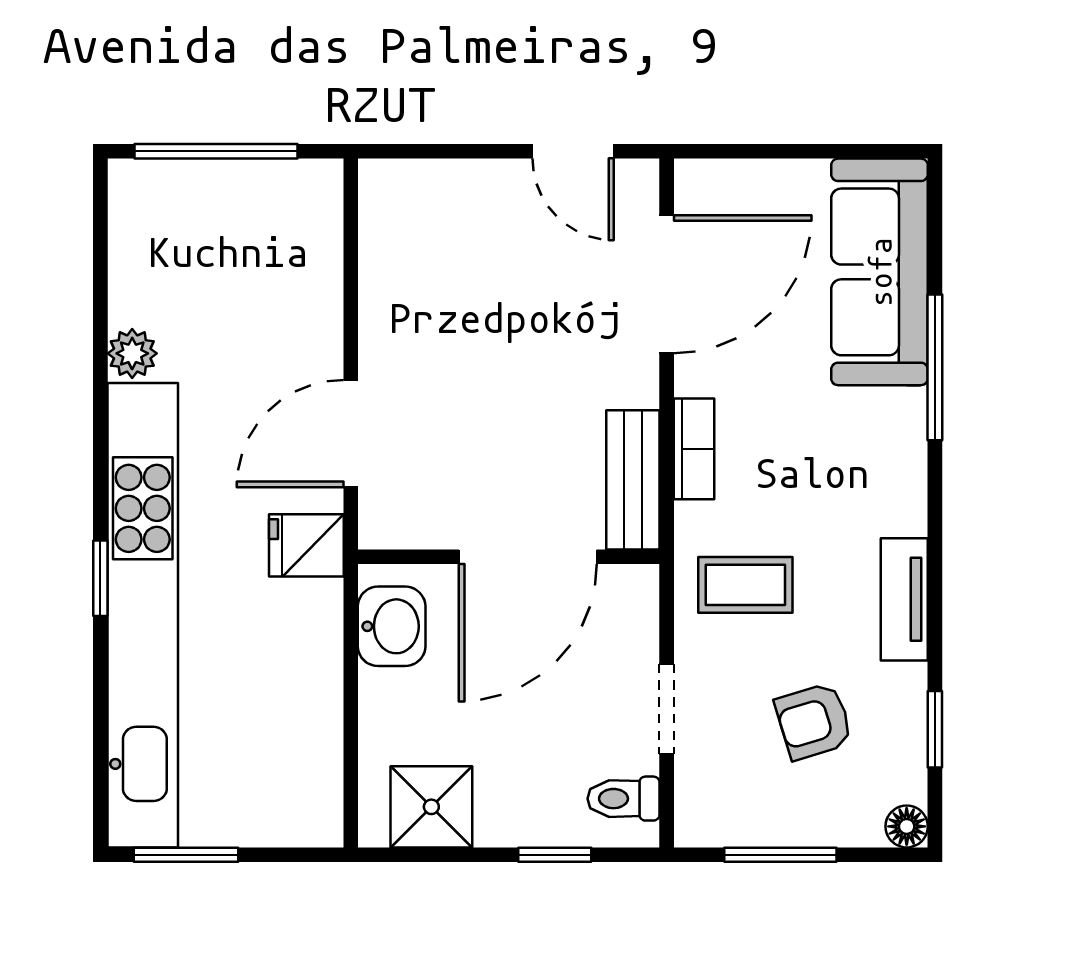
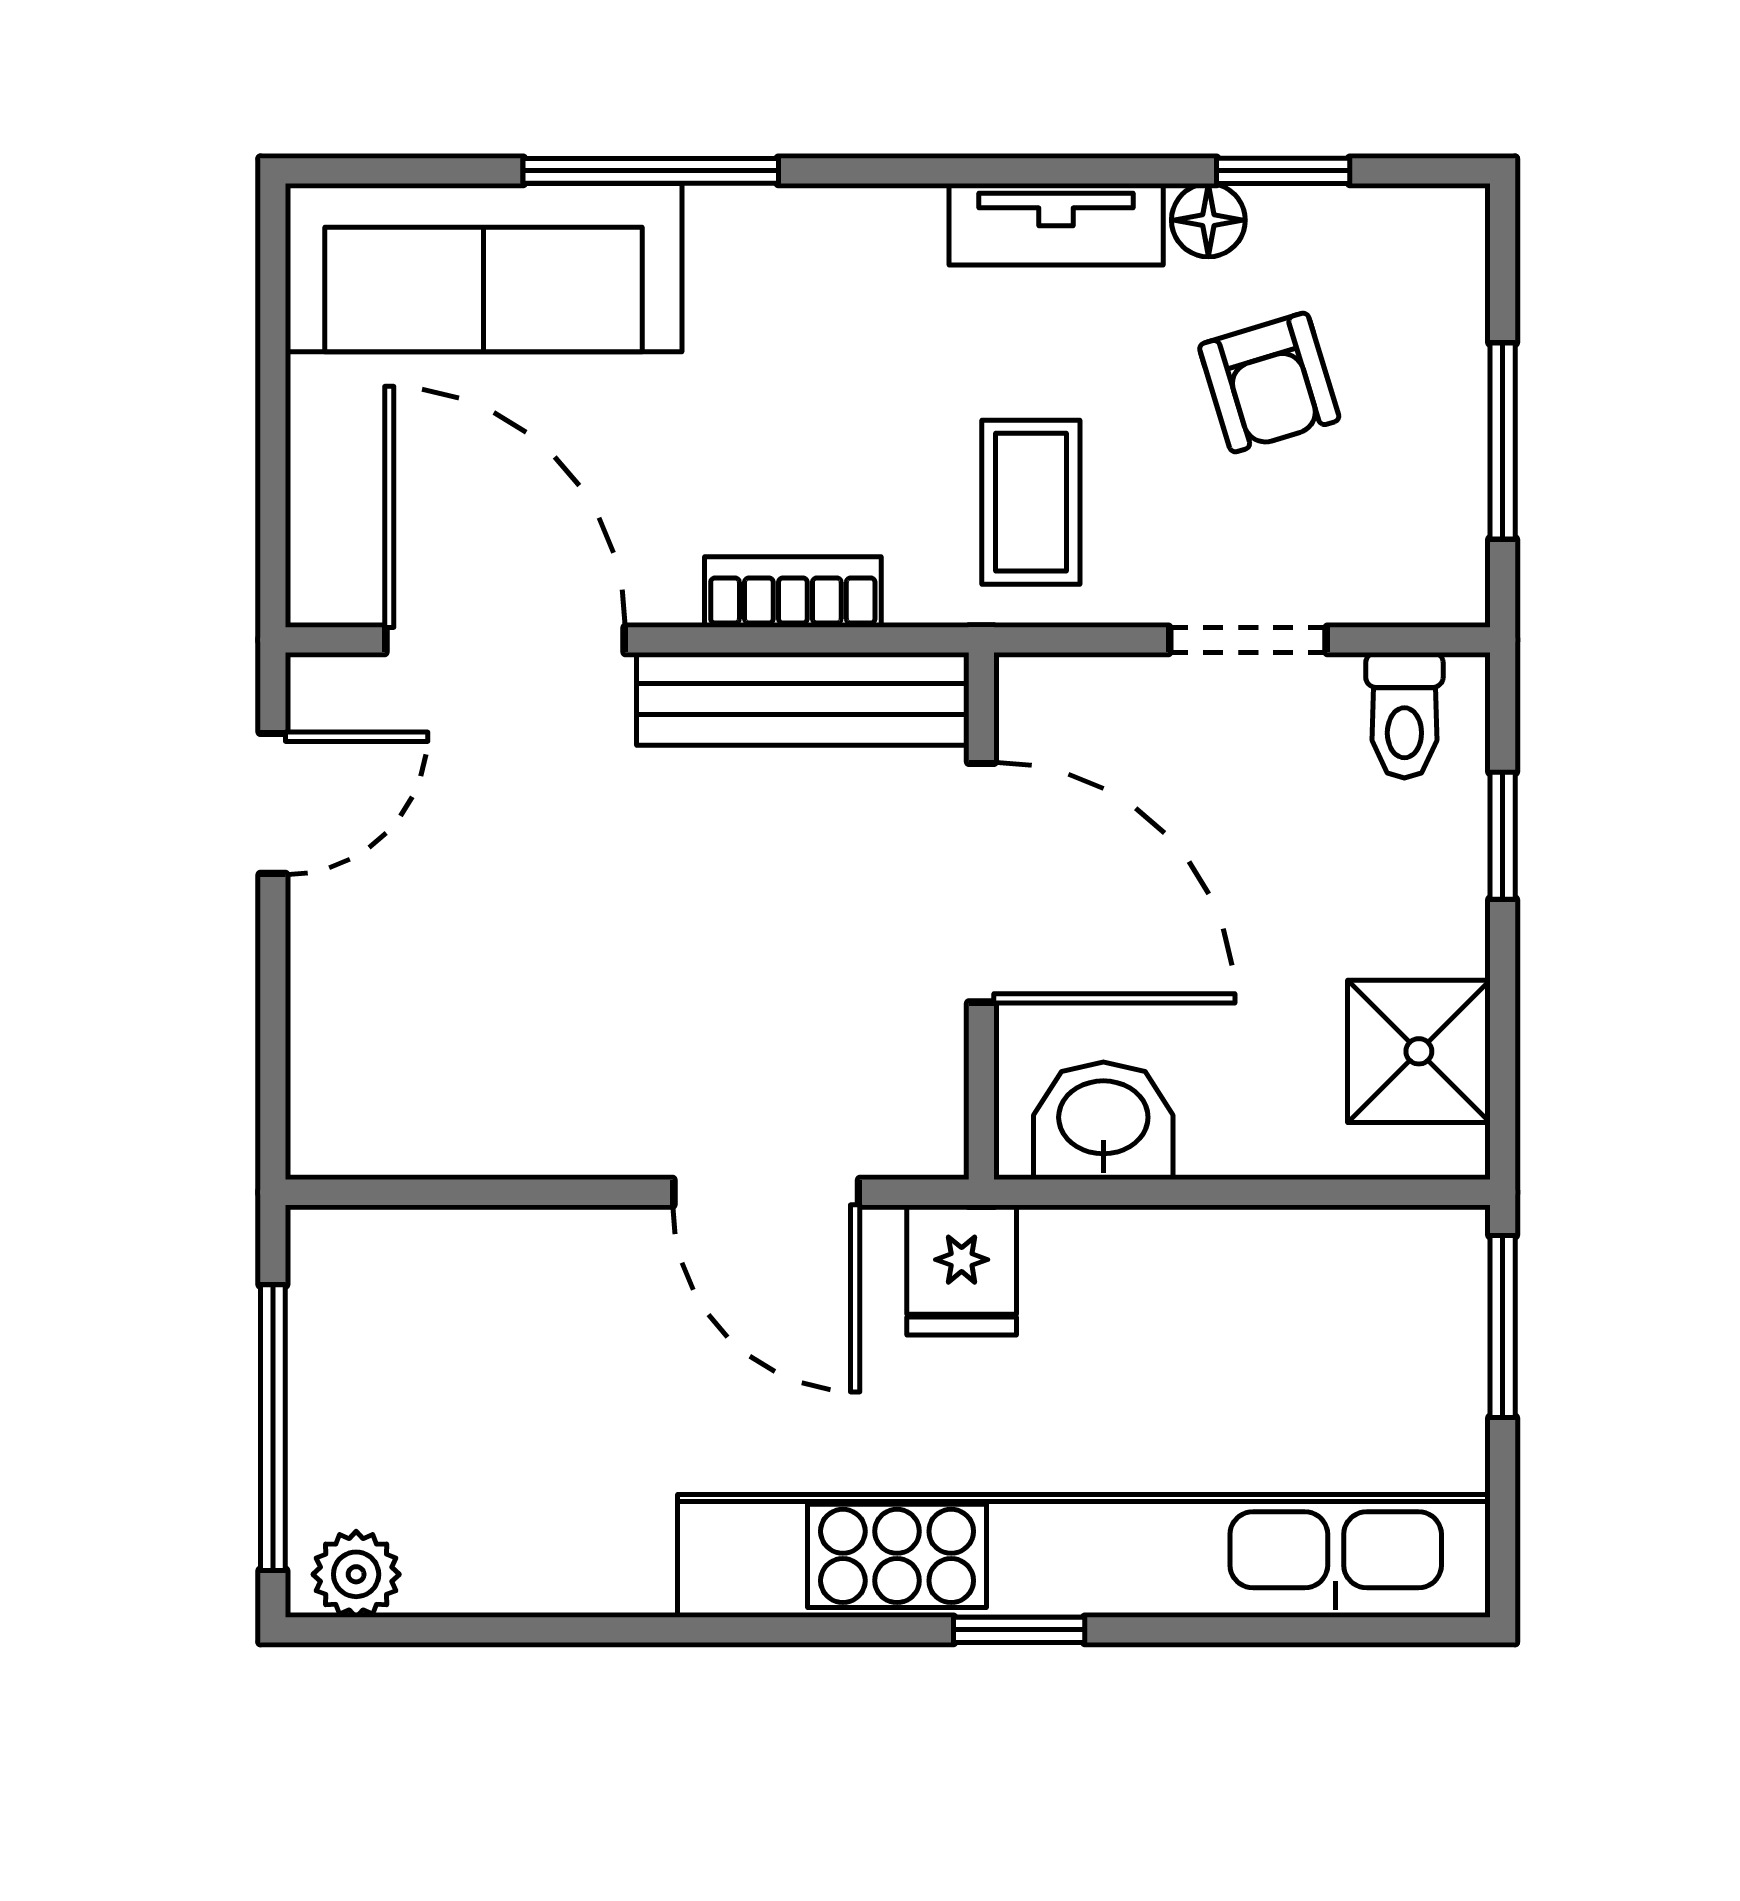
plant: (132, 353) -> (356, 1574), moved
bench: (633, 480) -> (803, 699), width x1.36
floor lamp: (907, 826) -> (1208, 220), moved
window: (186, 855) -> (1503, 1327), moved

